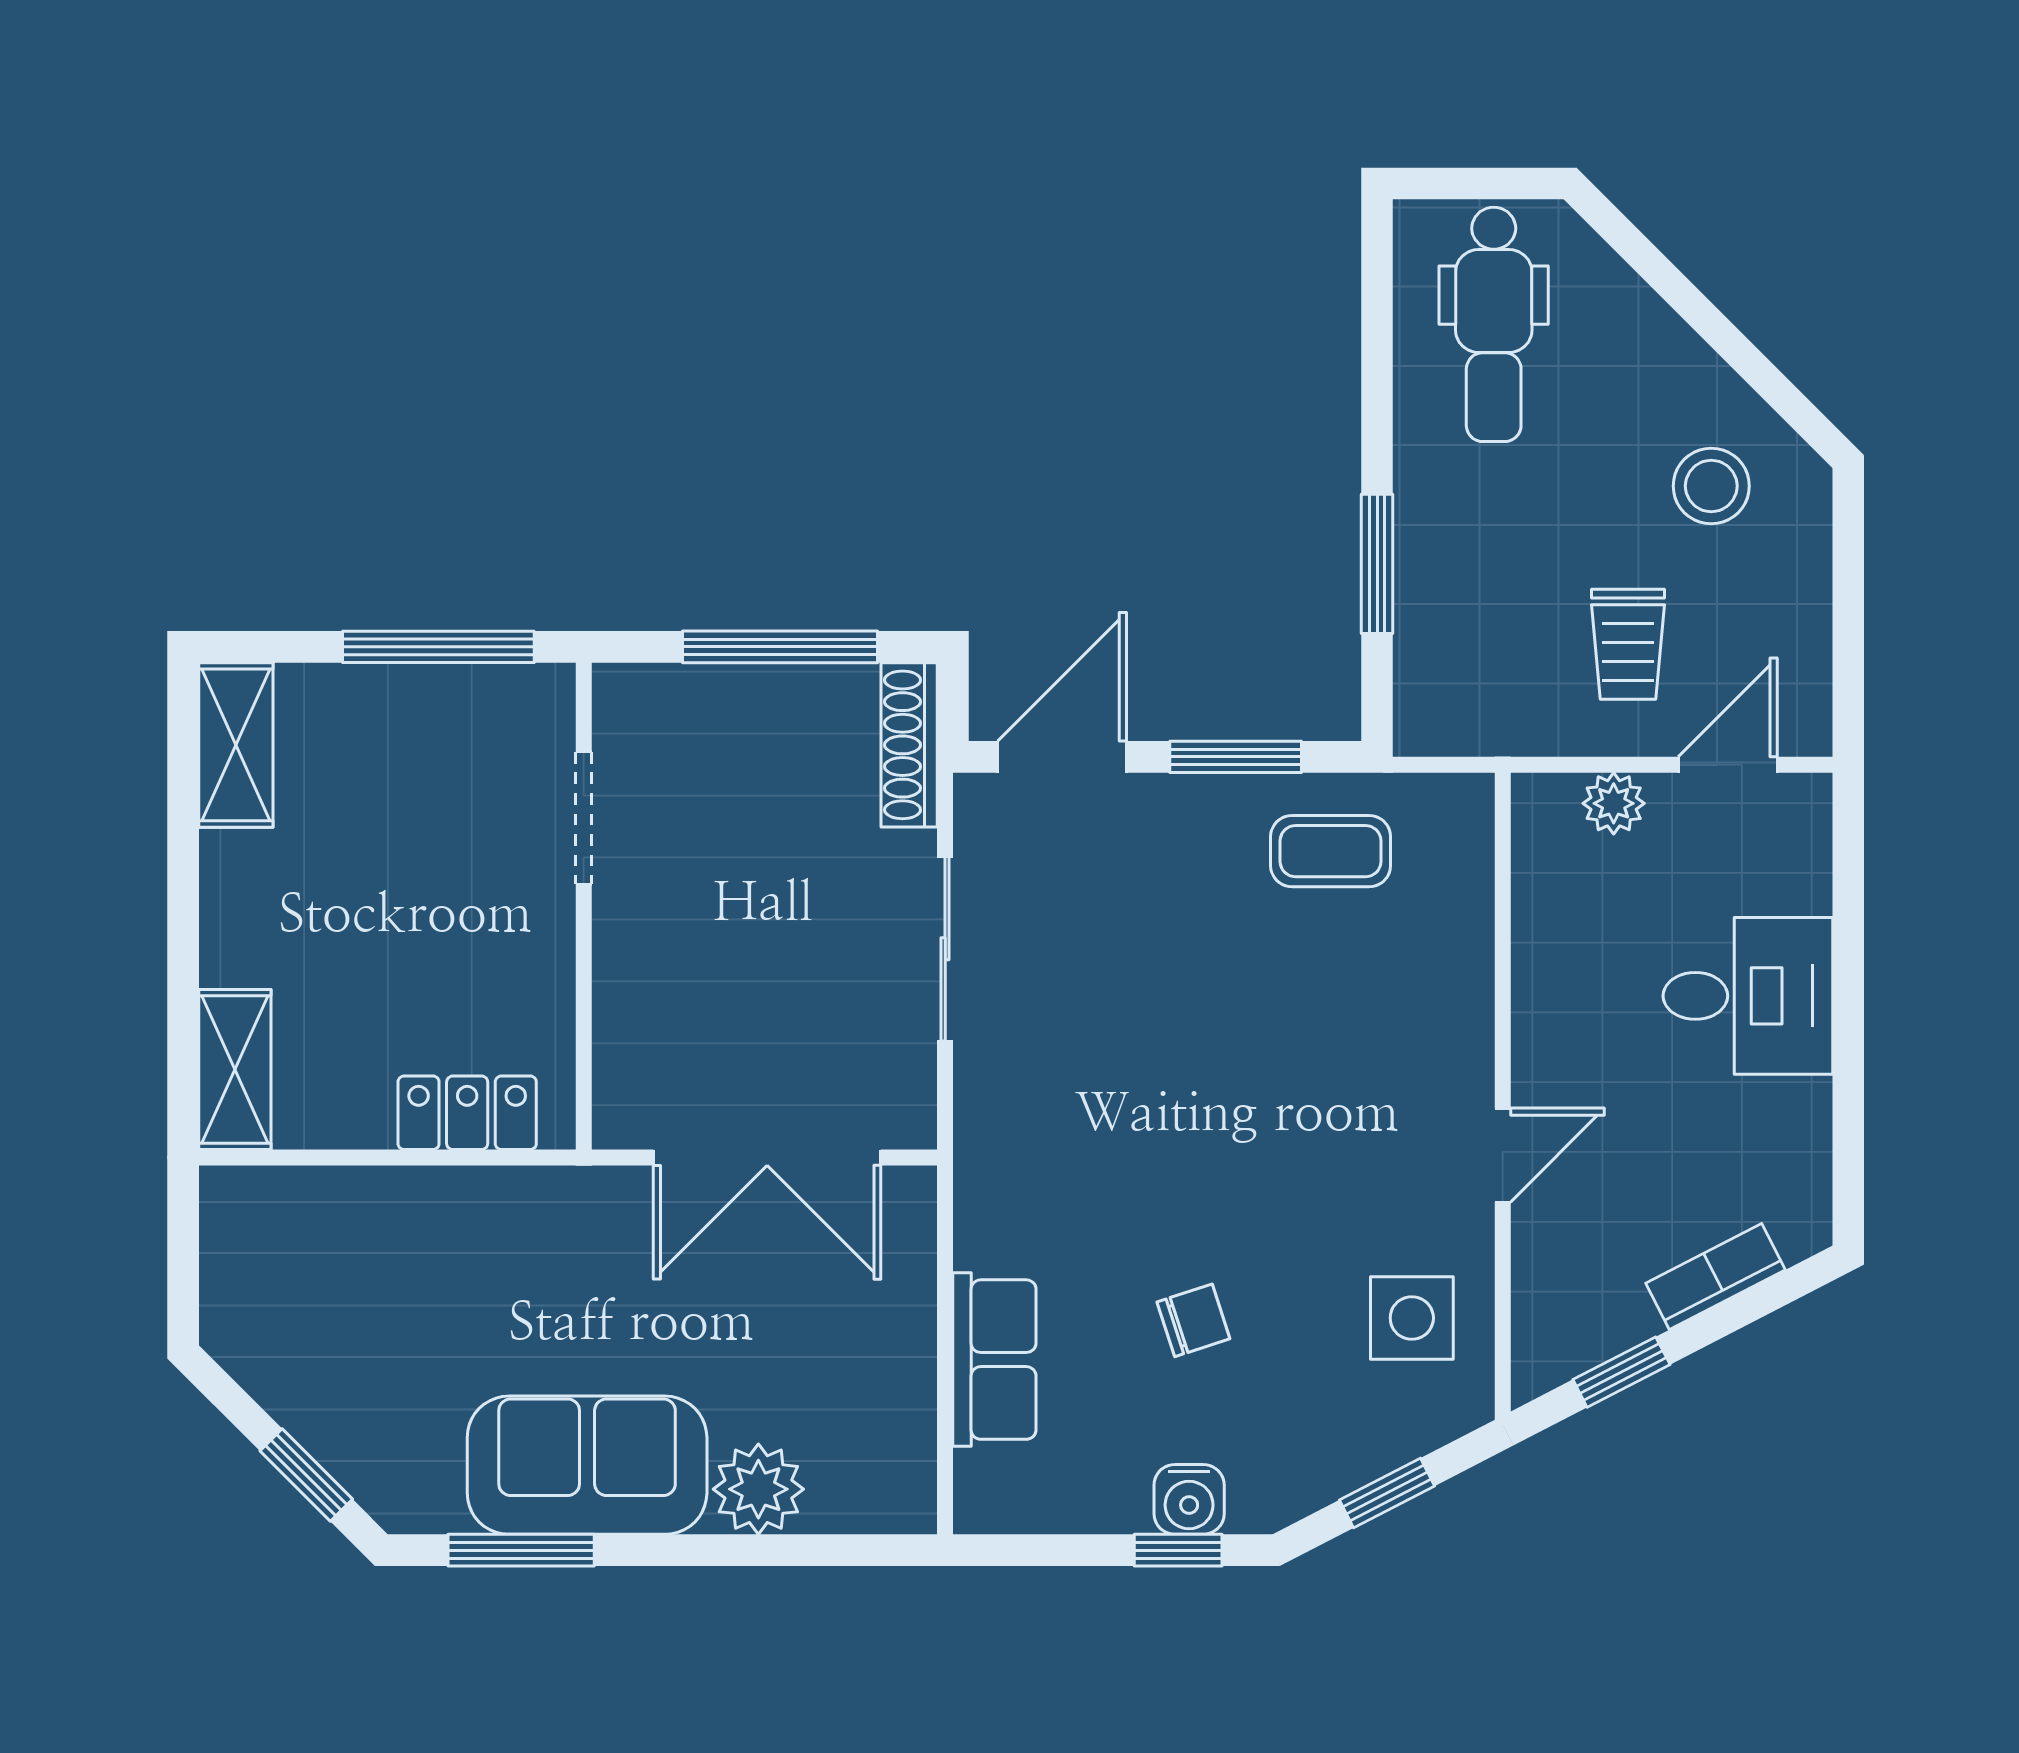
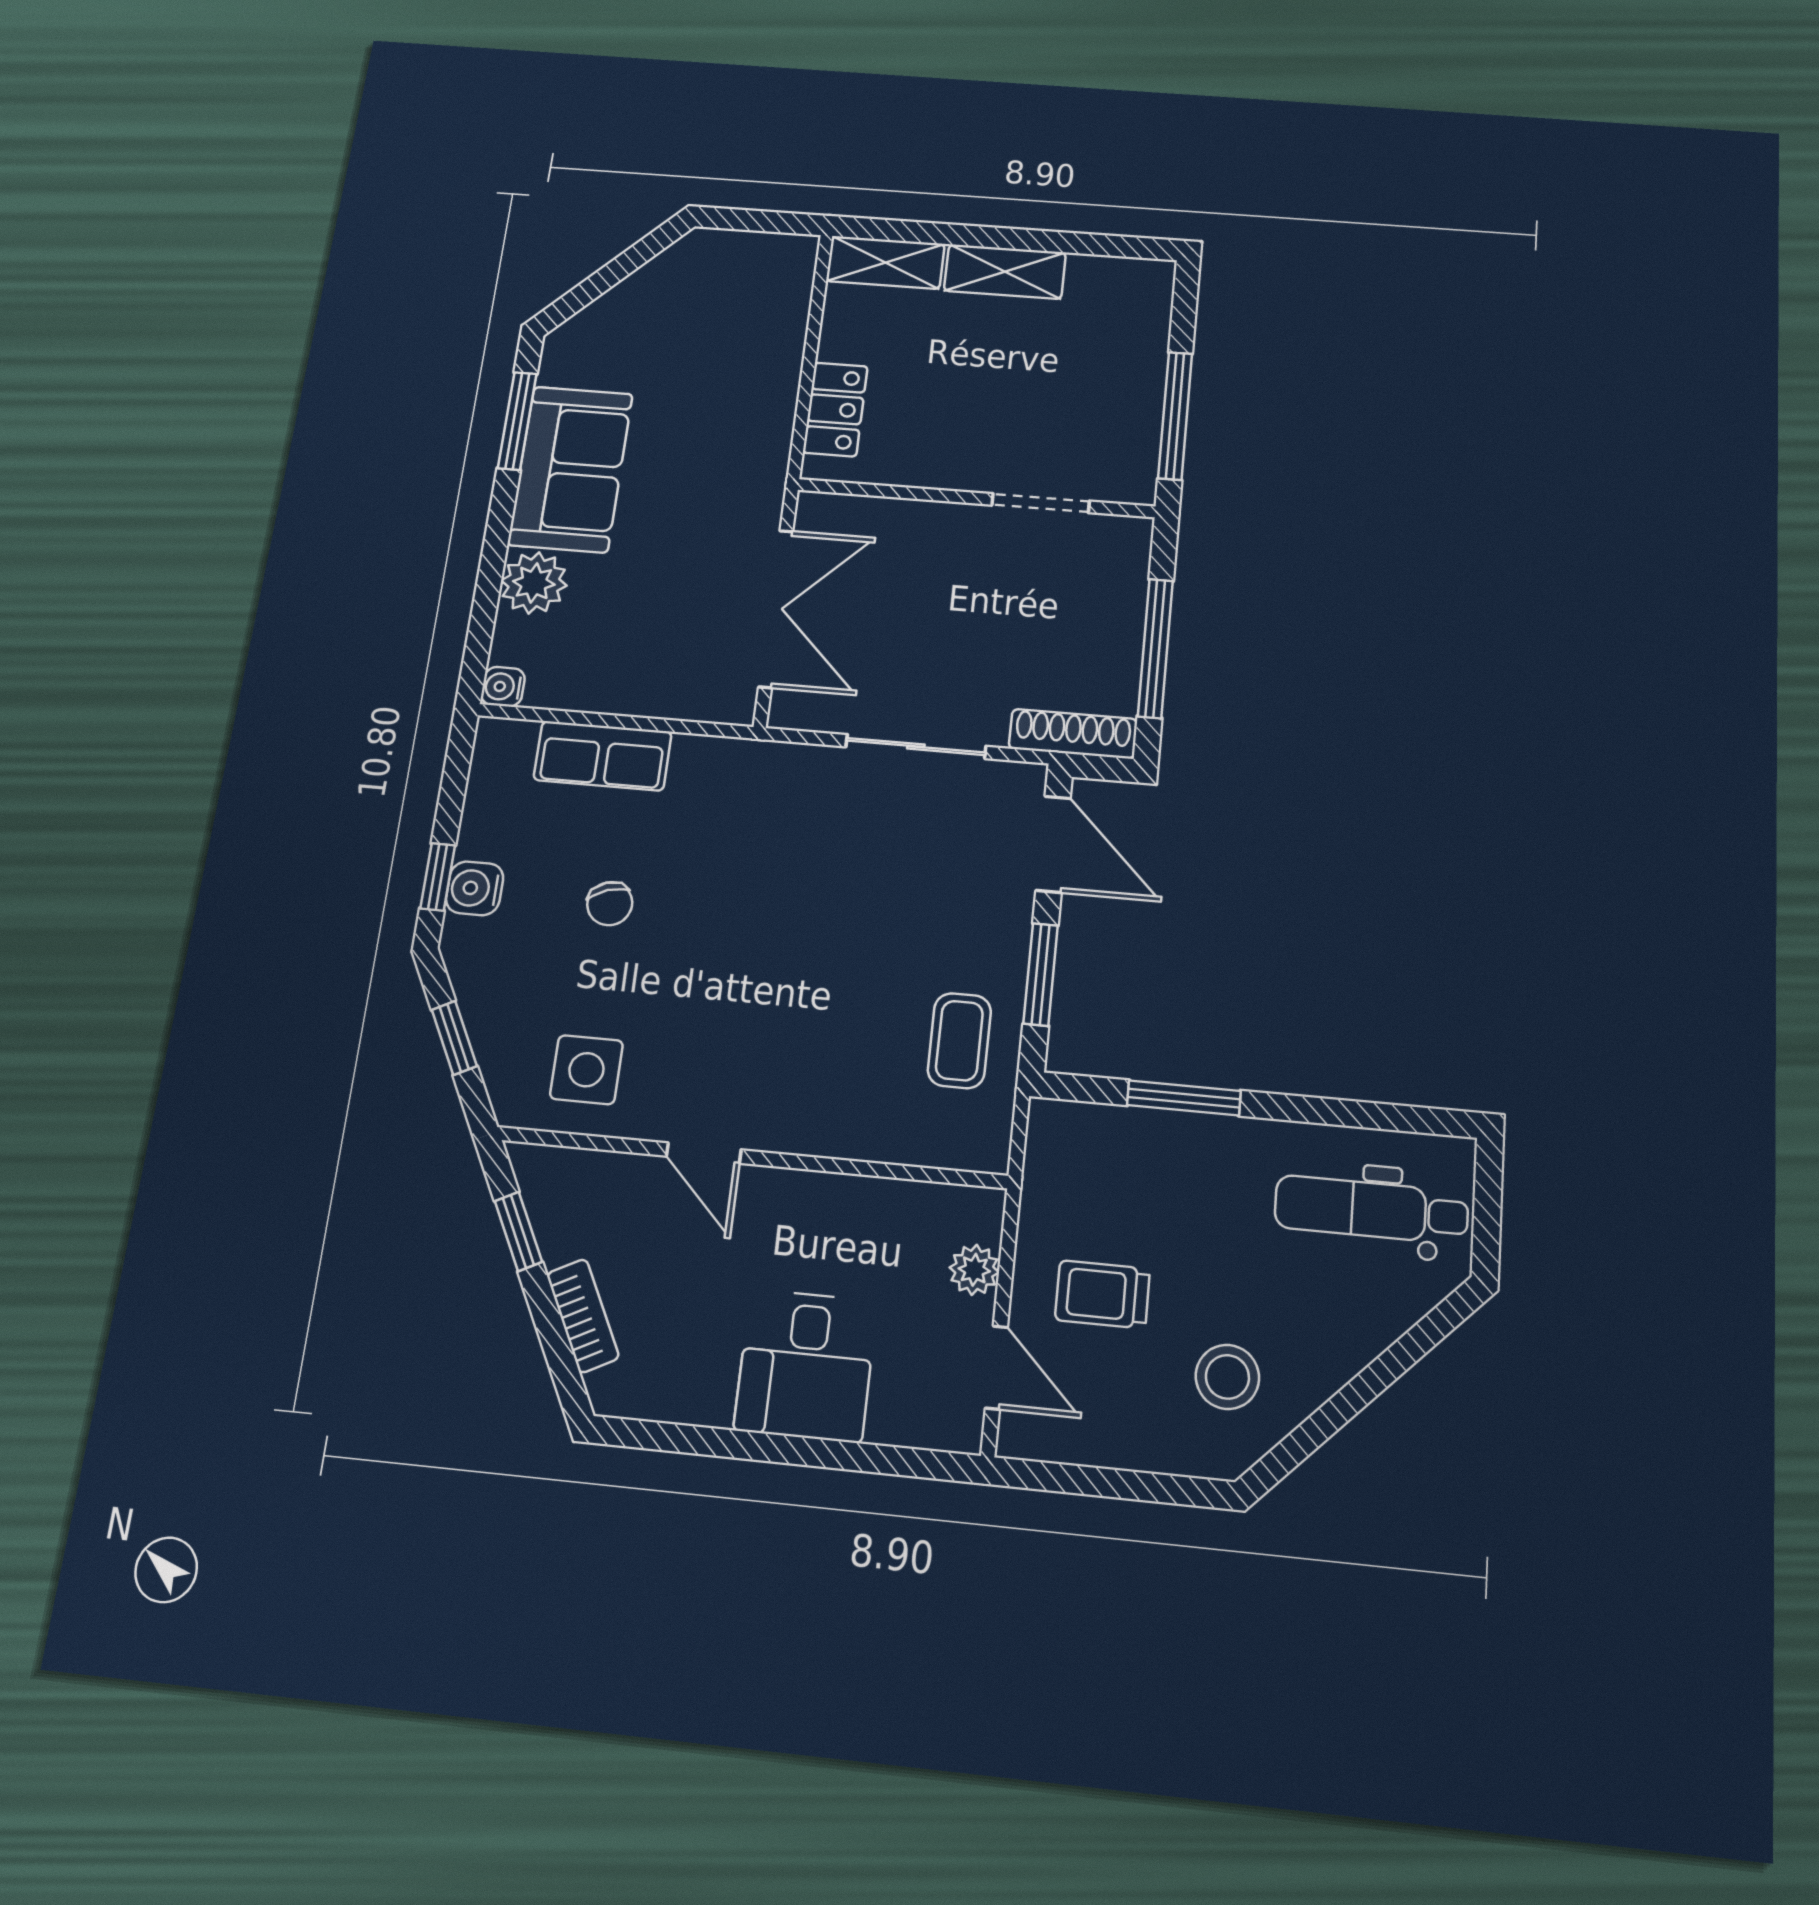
shelving: (236, 745) -> (1005, 272), moved
double door: (767, 1157) -> (776, 608), swing flipped
window: (306, 1475) -> (594, 287), removed
water cooler: (910, 1507) -> (503, 687), added

